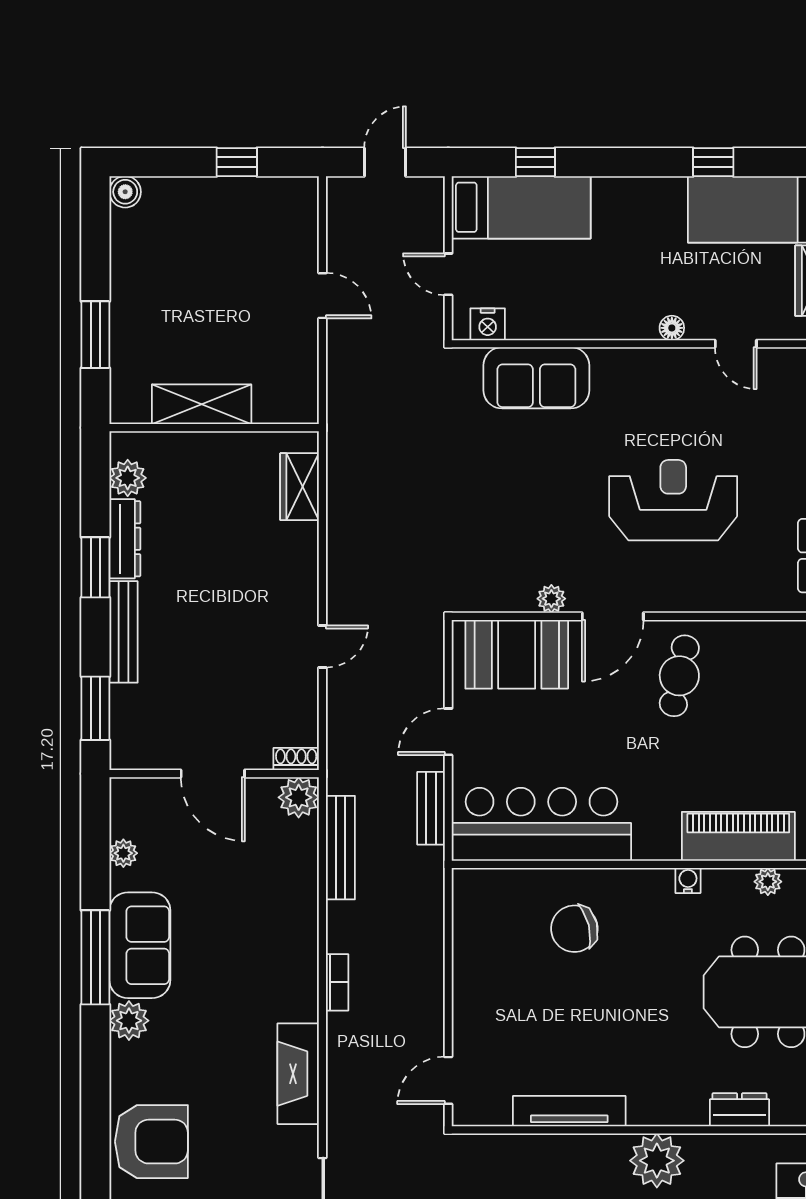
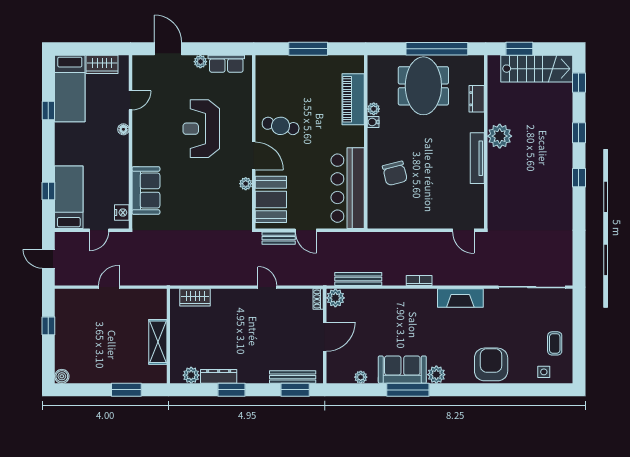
bench: (124, 632) -> (293, 377), moved
bench: (431, 808) -> (279, 238), moved
plant: (768, 882) -> (374, 109), moved
tv unit: (569, 1111) -> (477, 158), moved

